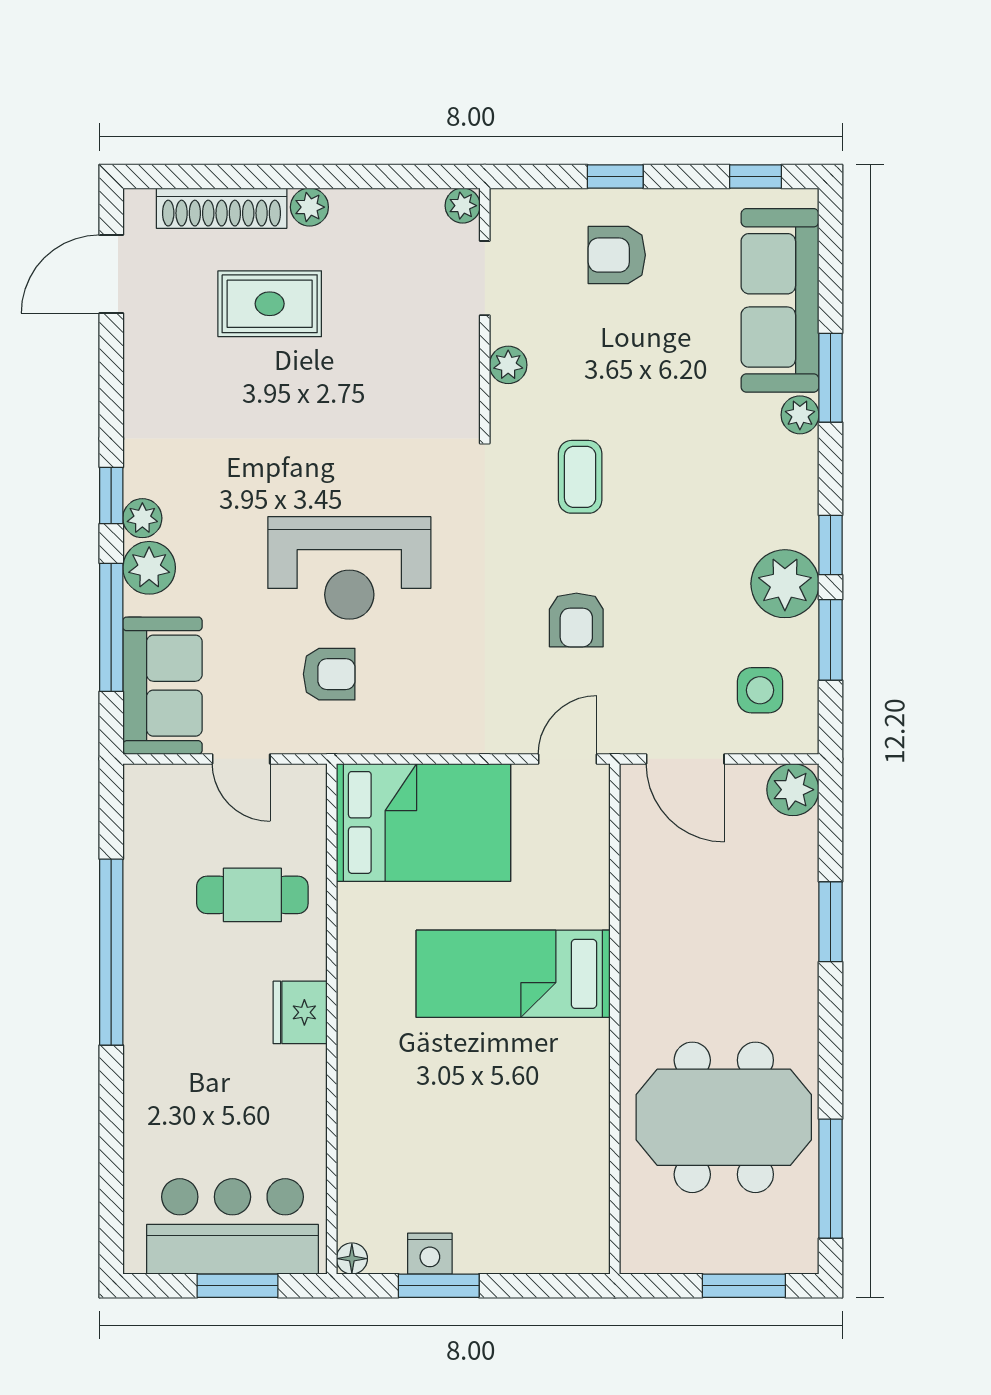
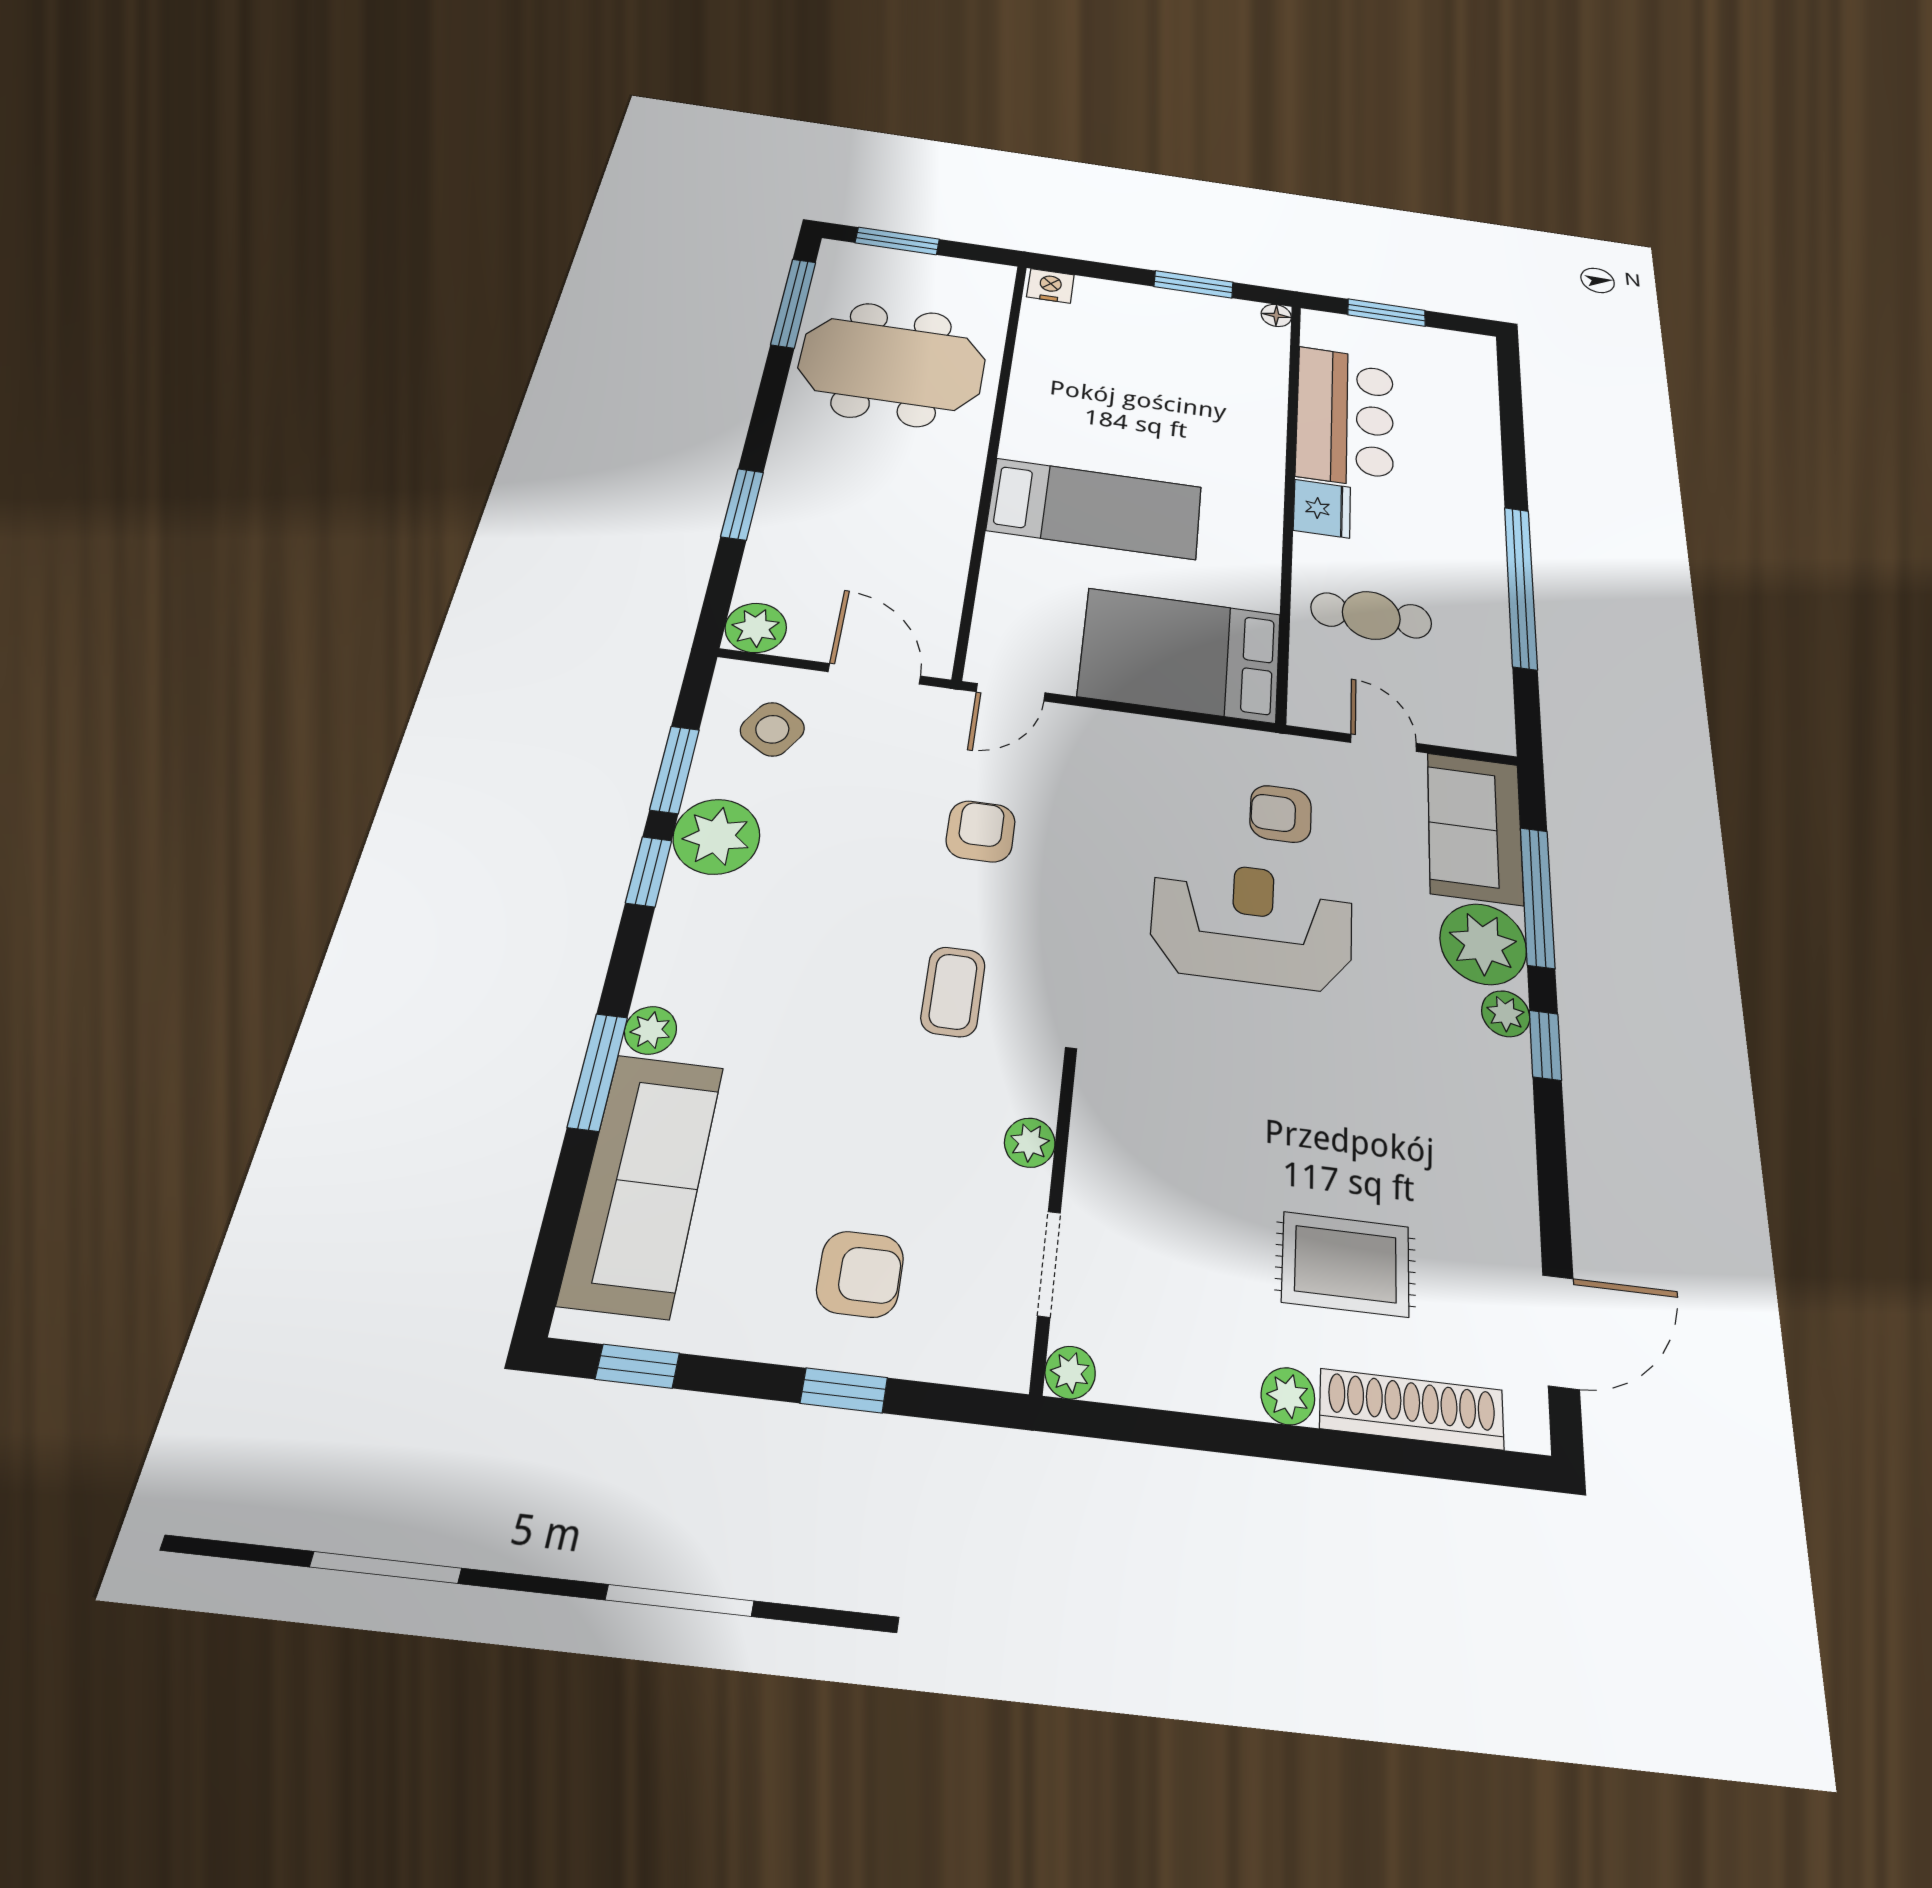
plant: (149, 568) -> (1483, 944), width x1.36, depth x1.36
side table: (760, 690) -> (772, 729), turned 32
bar counter: (232, 1226) -> (1345, 417), moved, turned -90
nightstand: (430, 1254) -> (1050, 286), moved

